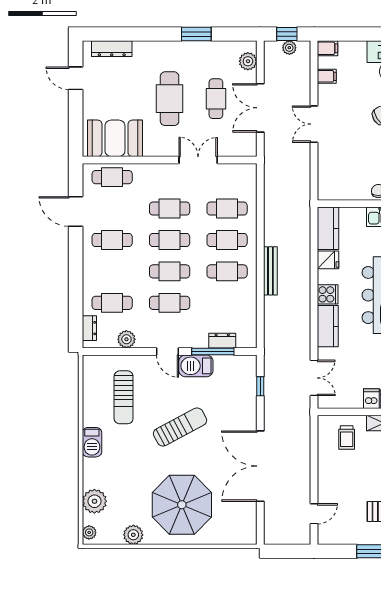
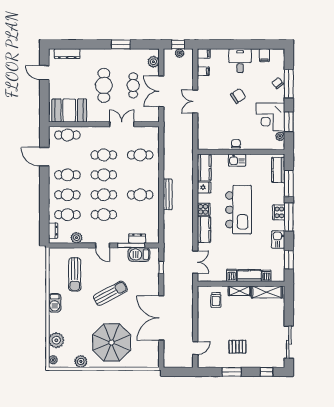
cafe table: (227, 240) -> (67, 195), moved
barbecue: (196, 366) -> (139, 255), moved

